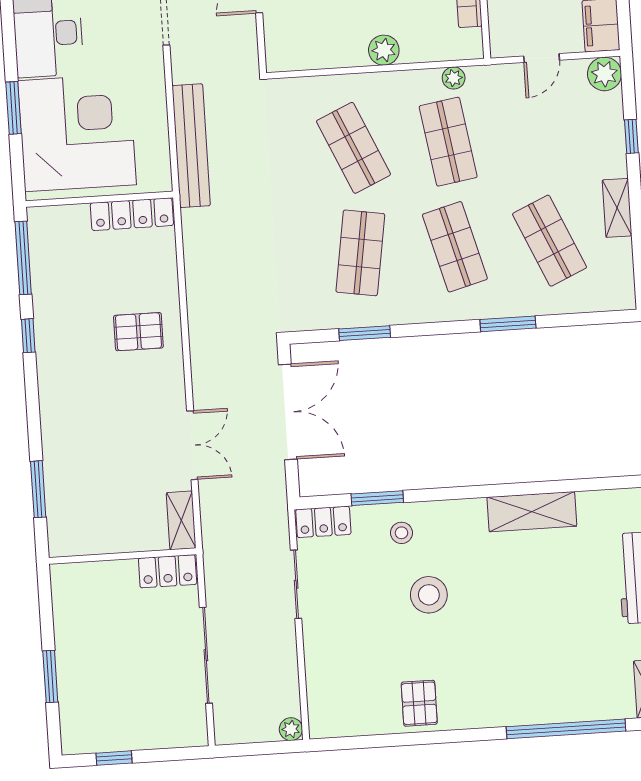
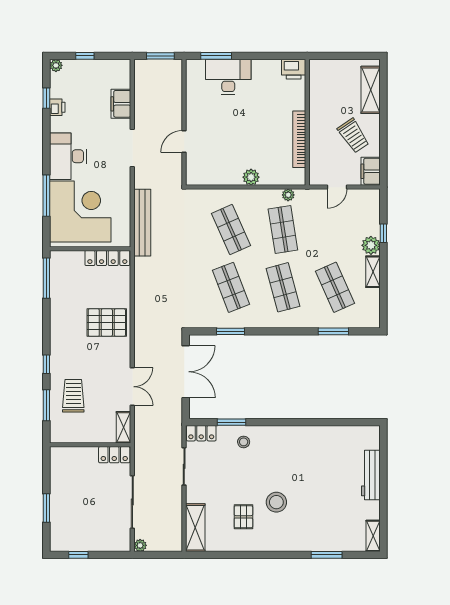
plant: (604, 74) -> (371, 245), moved
window: (14, 108) -> (46, 196), width x1.44
shop shelf: (360, 253) -> (231, 287), turned -30
window: (508, 324) -> (333, 331), moved
pallet: (138, 332) -> (107, 323), width x1.50, depth x1.42
window: (28, 336) -> (46, 364), moved
trolley: (86, 469) -> (73, 396), added
shelving: (532, 512) -> (195, 528), moved, turned 90
stool: (429, 595) -> (276, 502), moved
pallet: (419, 703) -> (243, 517), moved
plant: (291, 729) -> (140, 545), moved
window: (566, 729) -> (327, 555), width x0.47

